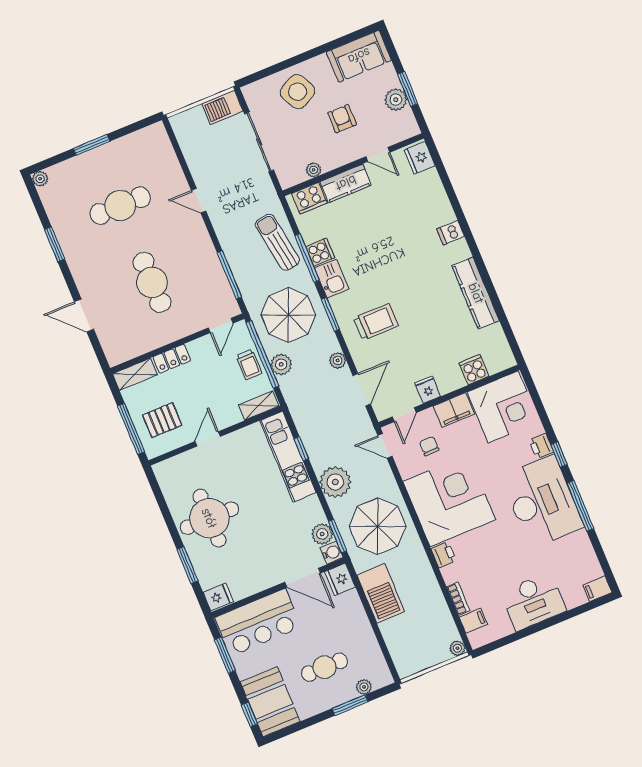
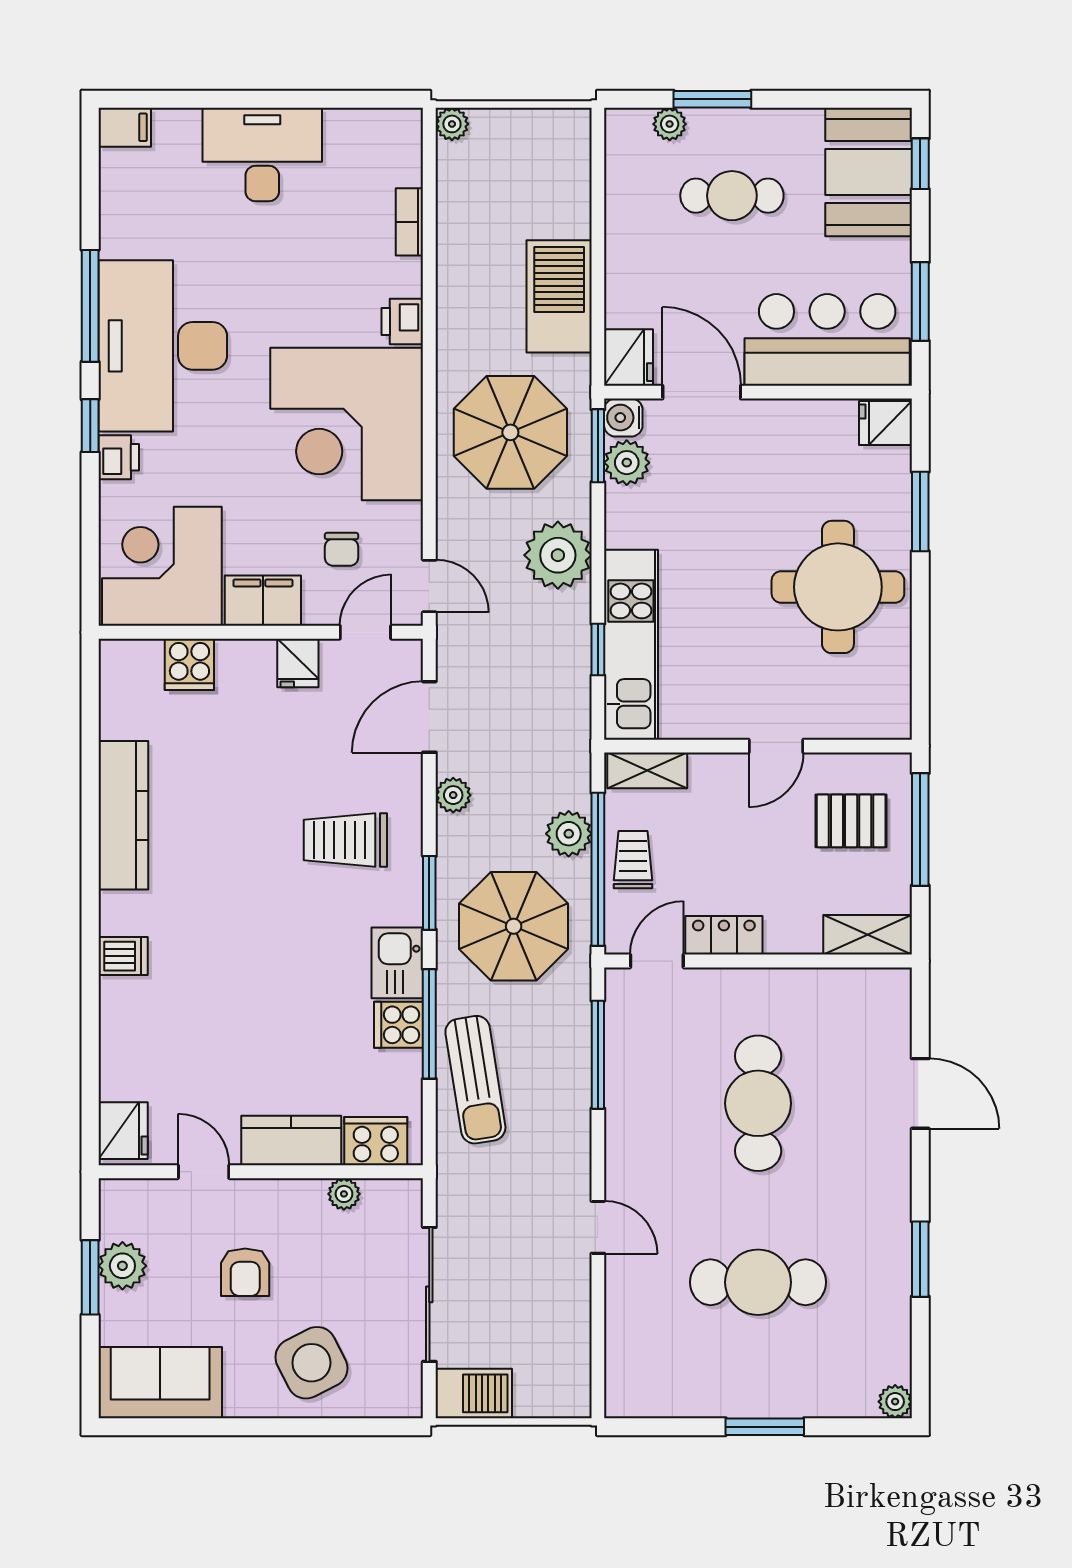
locker: (172, 359) -> (724, 935), moved
filing cabinet: (473, 621) -> (398, 166), removed

